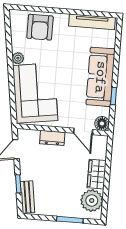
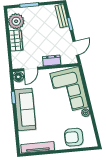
armchair: (40, 27) -> (74, 137), turned -90
door: (83, 131) -> (31, 69), swing flipped

